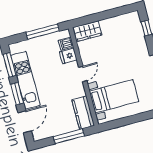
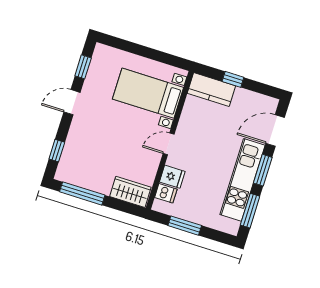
window: (115, 12) -> (82, 193), added
window: (43, 32) -> (185, 226), width x0.69
kitchen counter: (83, 113) -> (211, 90), moved, turned 90
window: (69, 136) -> (233, 79), width x0.46

